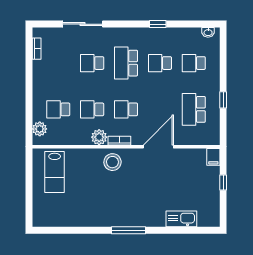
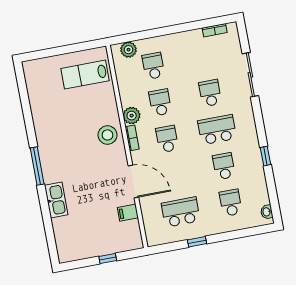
filing cabinet: (213, 157) -> (128, 213), moved
kitchen sink: (181, 219) -> (56, 200), moved

